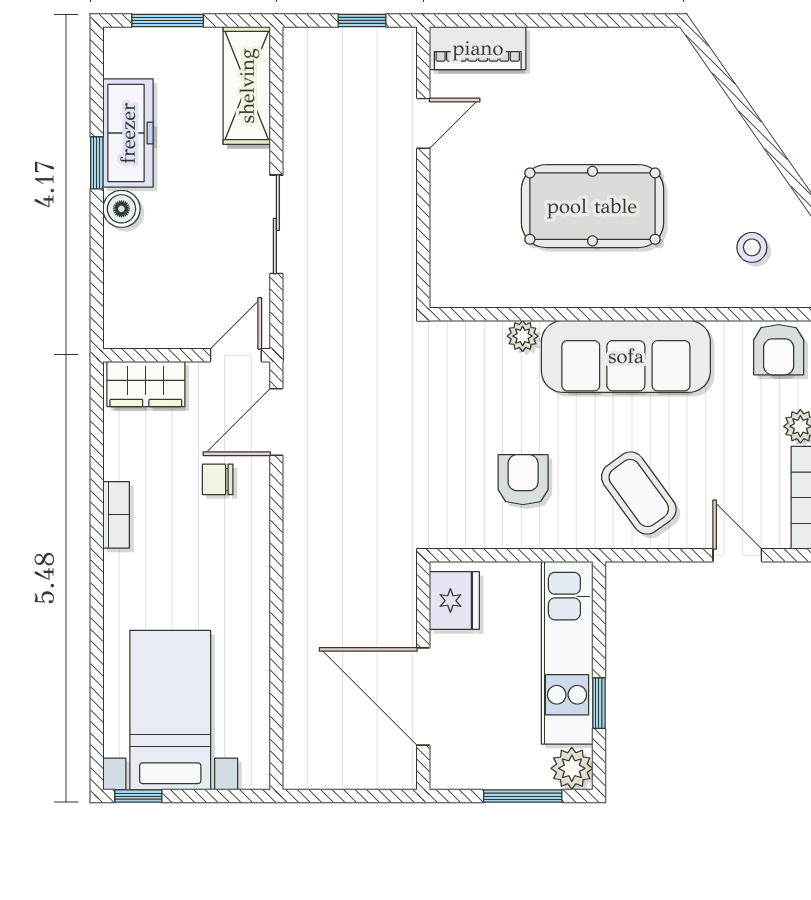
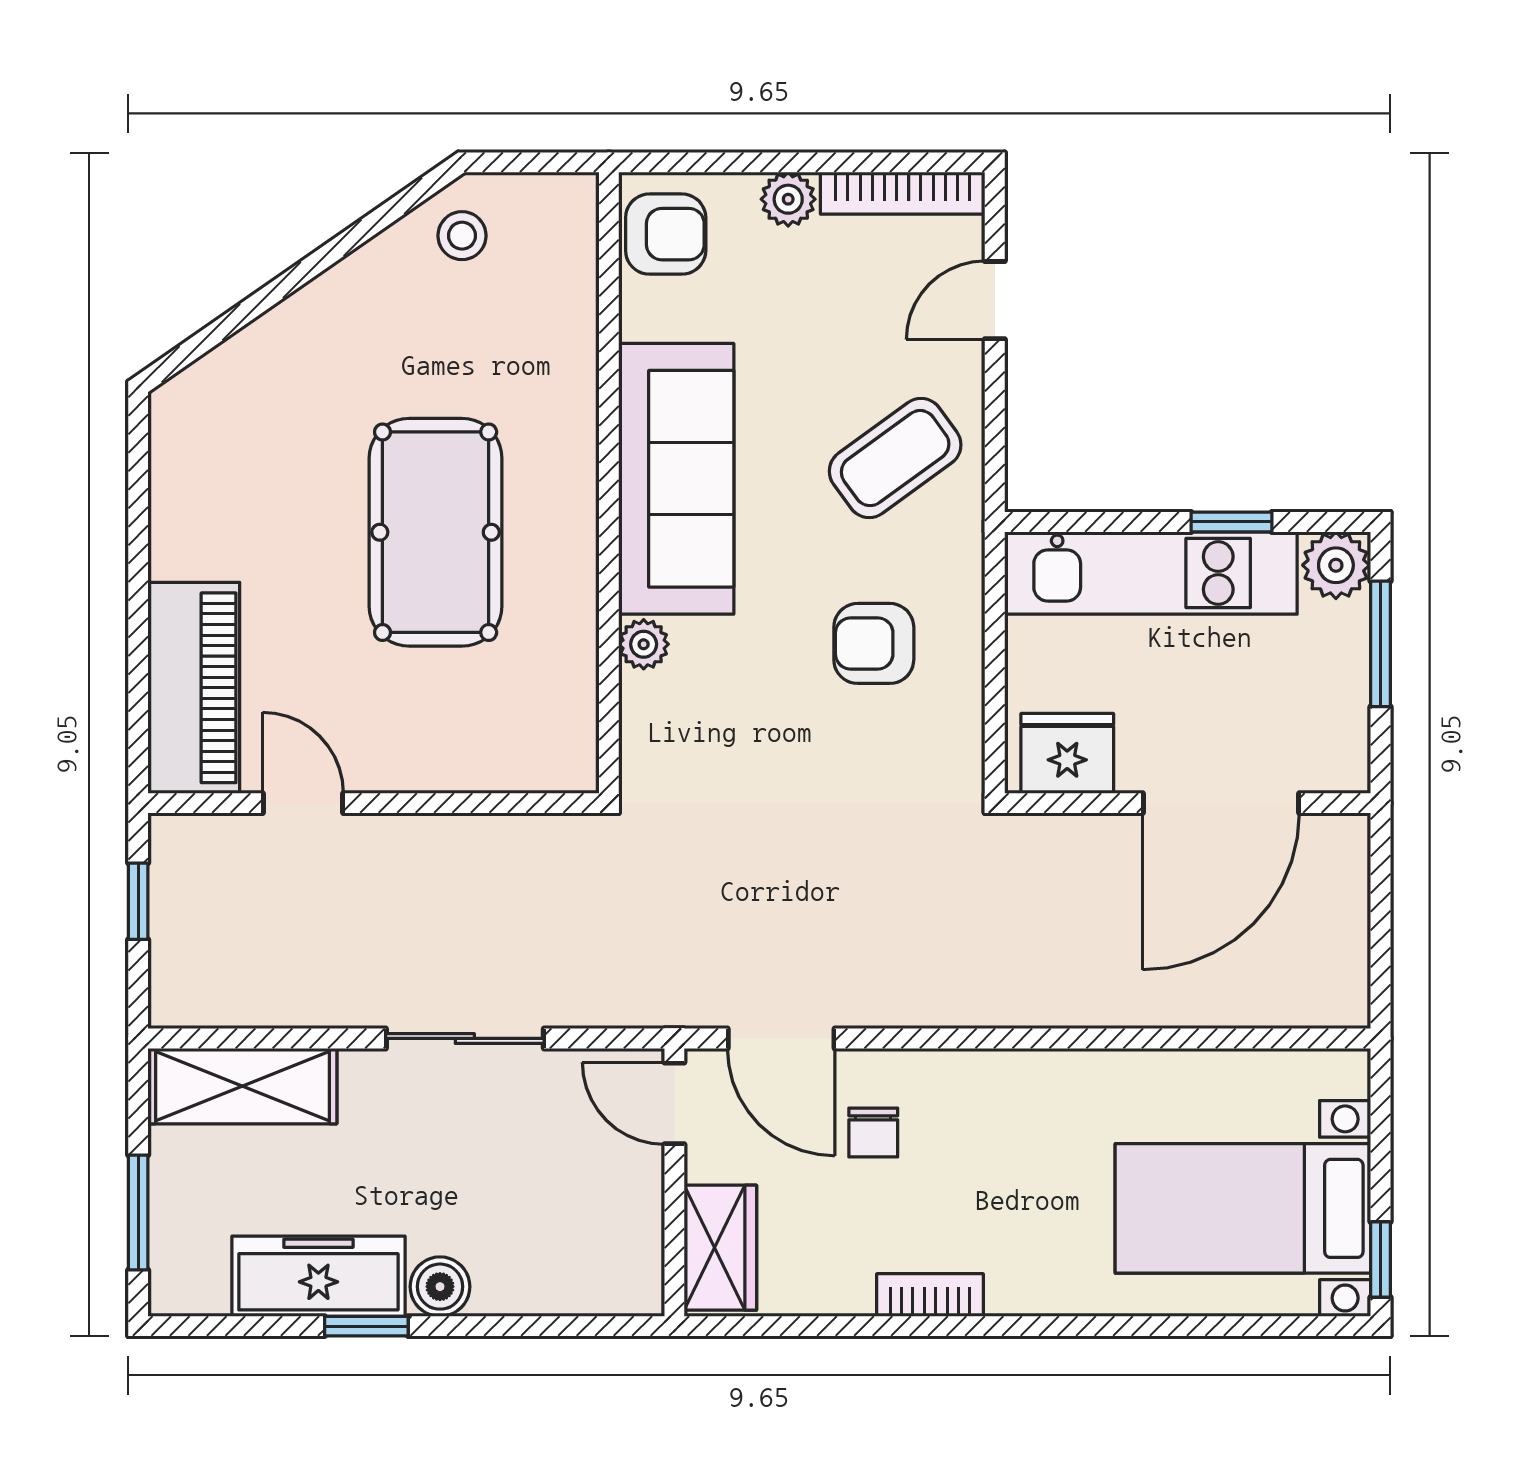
piano: (478, 48) -> (194, 688), width x1.37, depth x1.33
stool: (752, 247) -> (462, 236), moved

